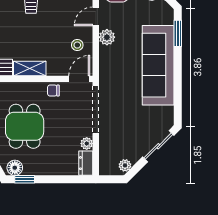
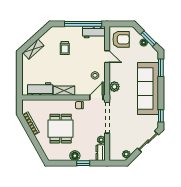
door: (96, 16) -> (107, 57), swing flipped
plant: (107, 37) -> (114, 87), moved
window: (178, 107) -> (161, 116), added
floor lamp: (15, 168) -> (75, 156), moved
window: (25, 179) -> (83, 163), moved

